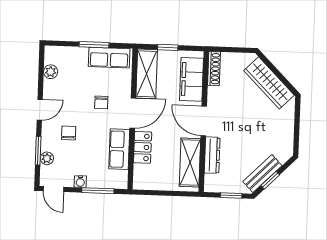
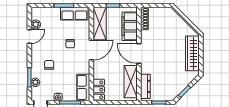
wardrobe: (269, 83) -> (192, 53), moved, turned 45
door: (40, 110) -> (29, 37), moved
locker: (143, 147) -> (99, 90), moved
row of seats: (119, 149) -> (83, 87), moved
dresser: (212, 155) -> (145, 86), moved
bench: (262, 174) -> (179, 87), removed

